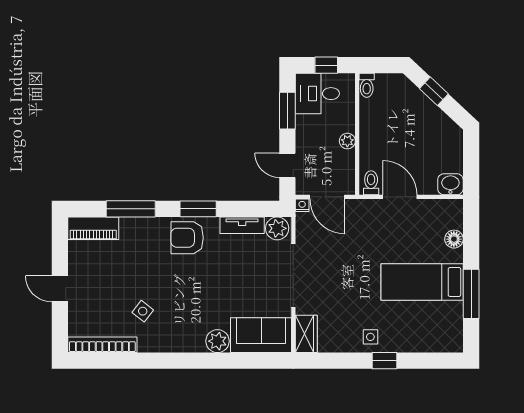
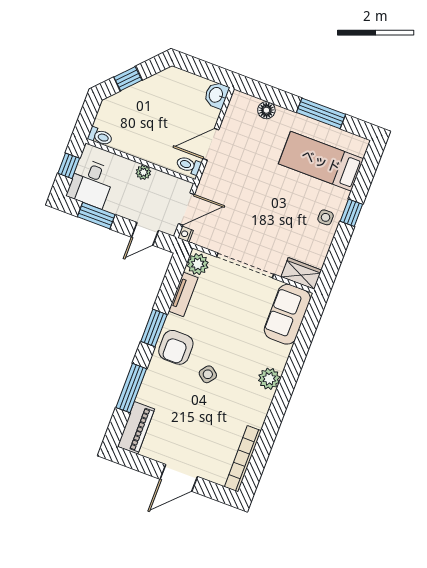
bed: (422, 282) -> (321, 161), moved, turned 90
door: (60, 289) -> (179, 478), width x1.38
side table: (143, 311) -> (208, 374), moved
plant: (218, 341) -> (269, 379), moved

